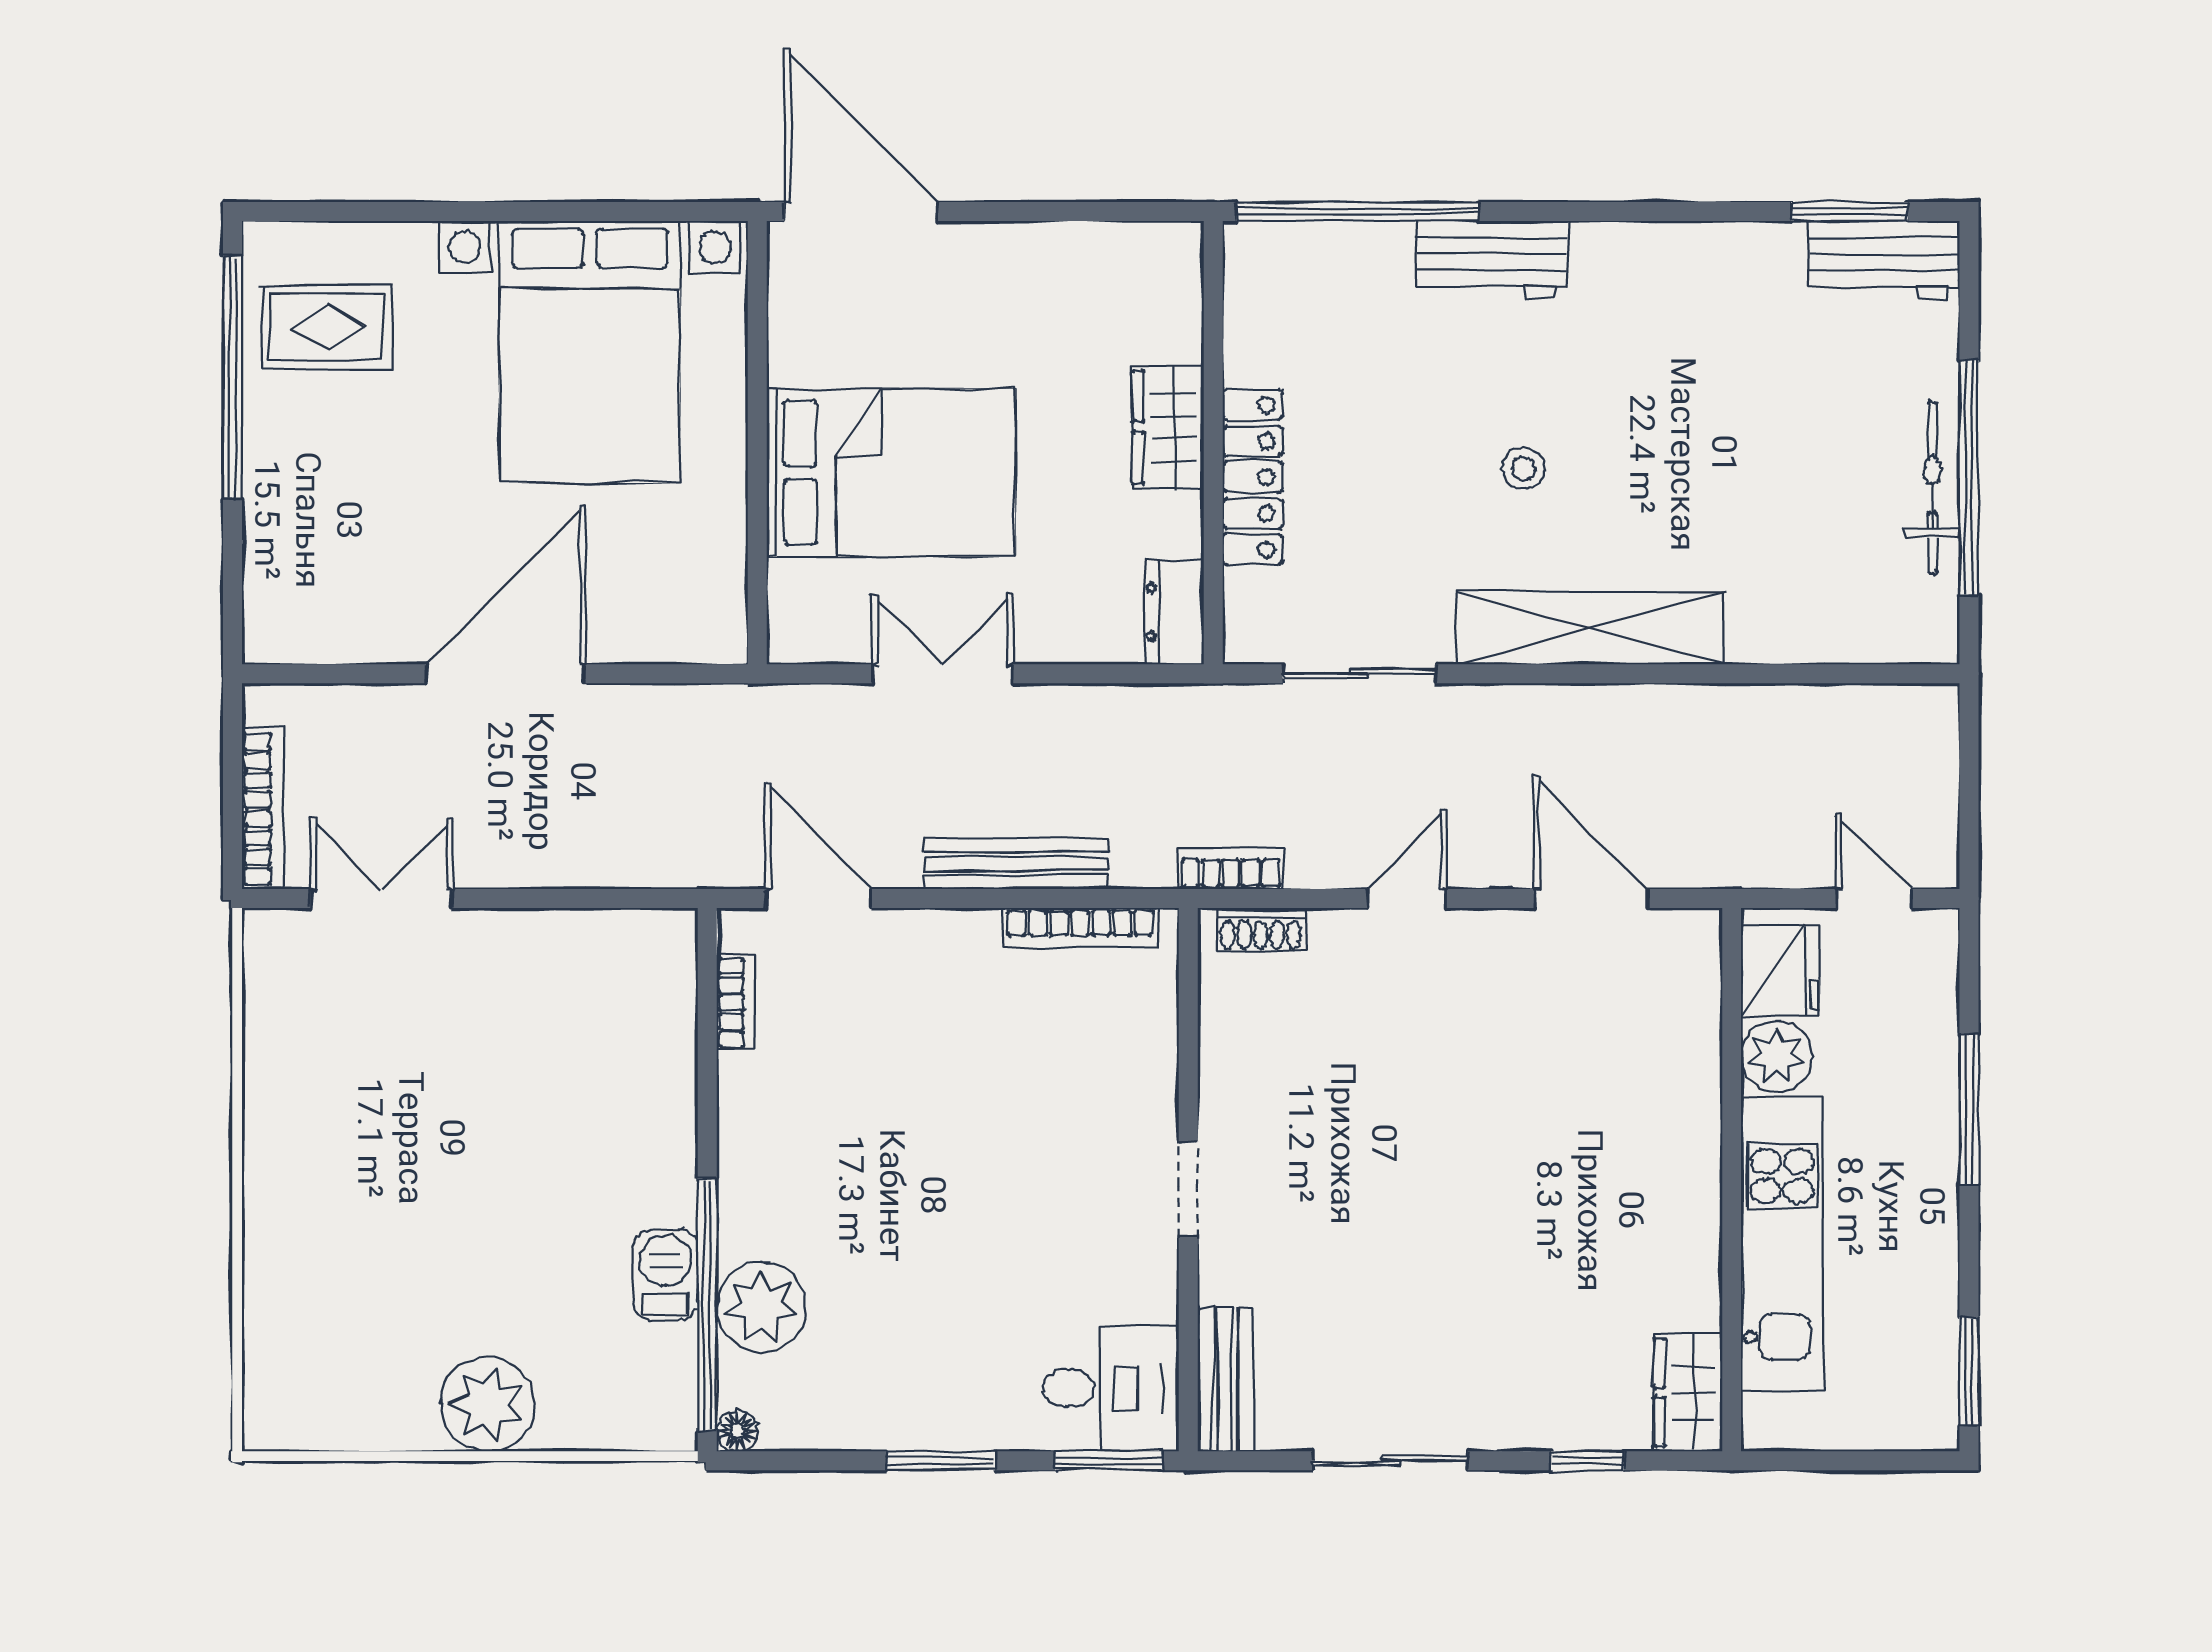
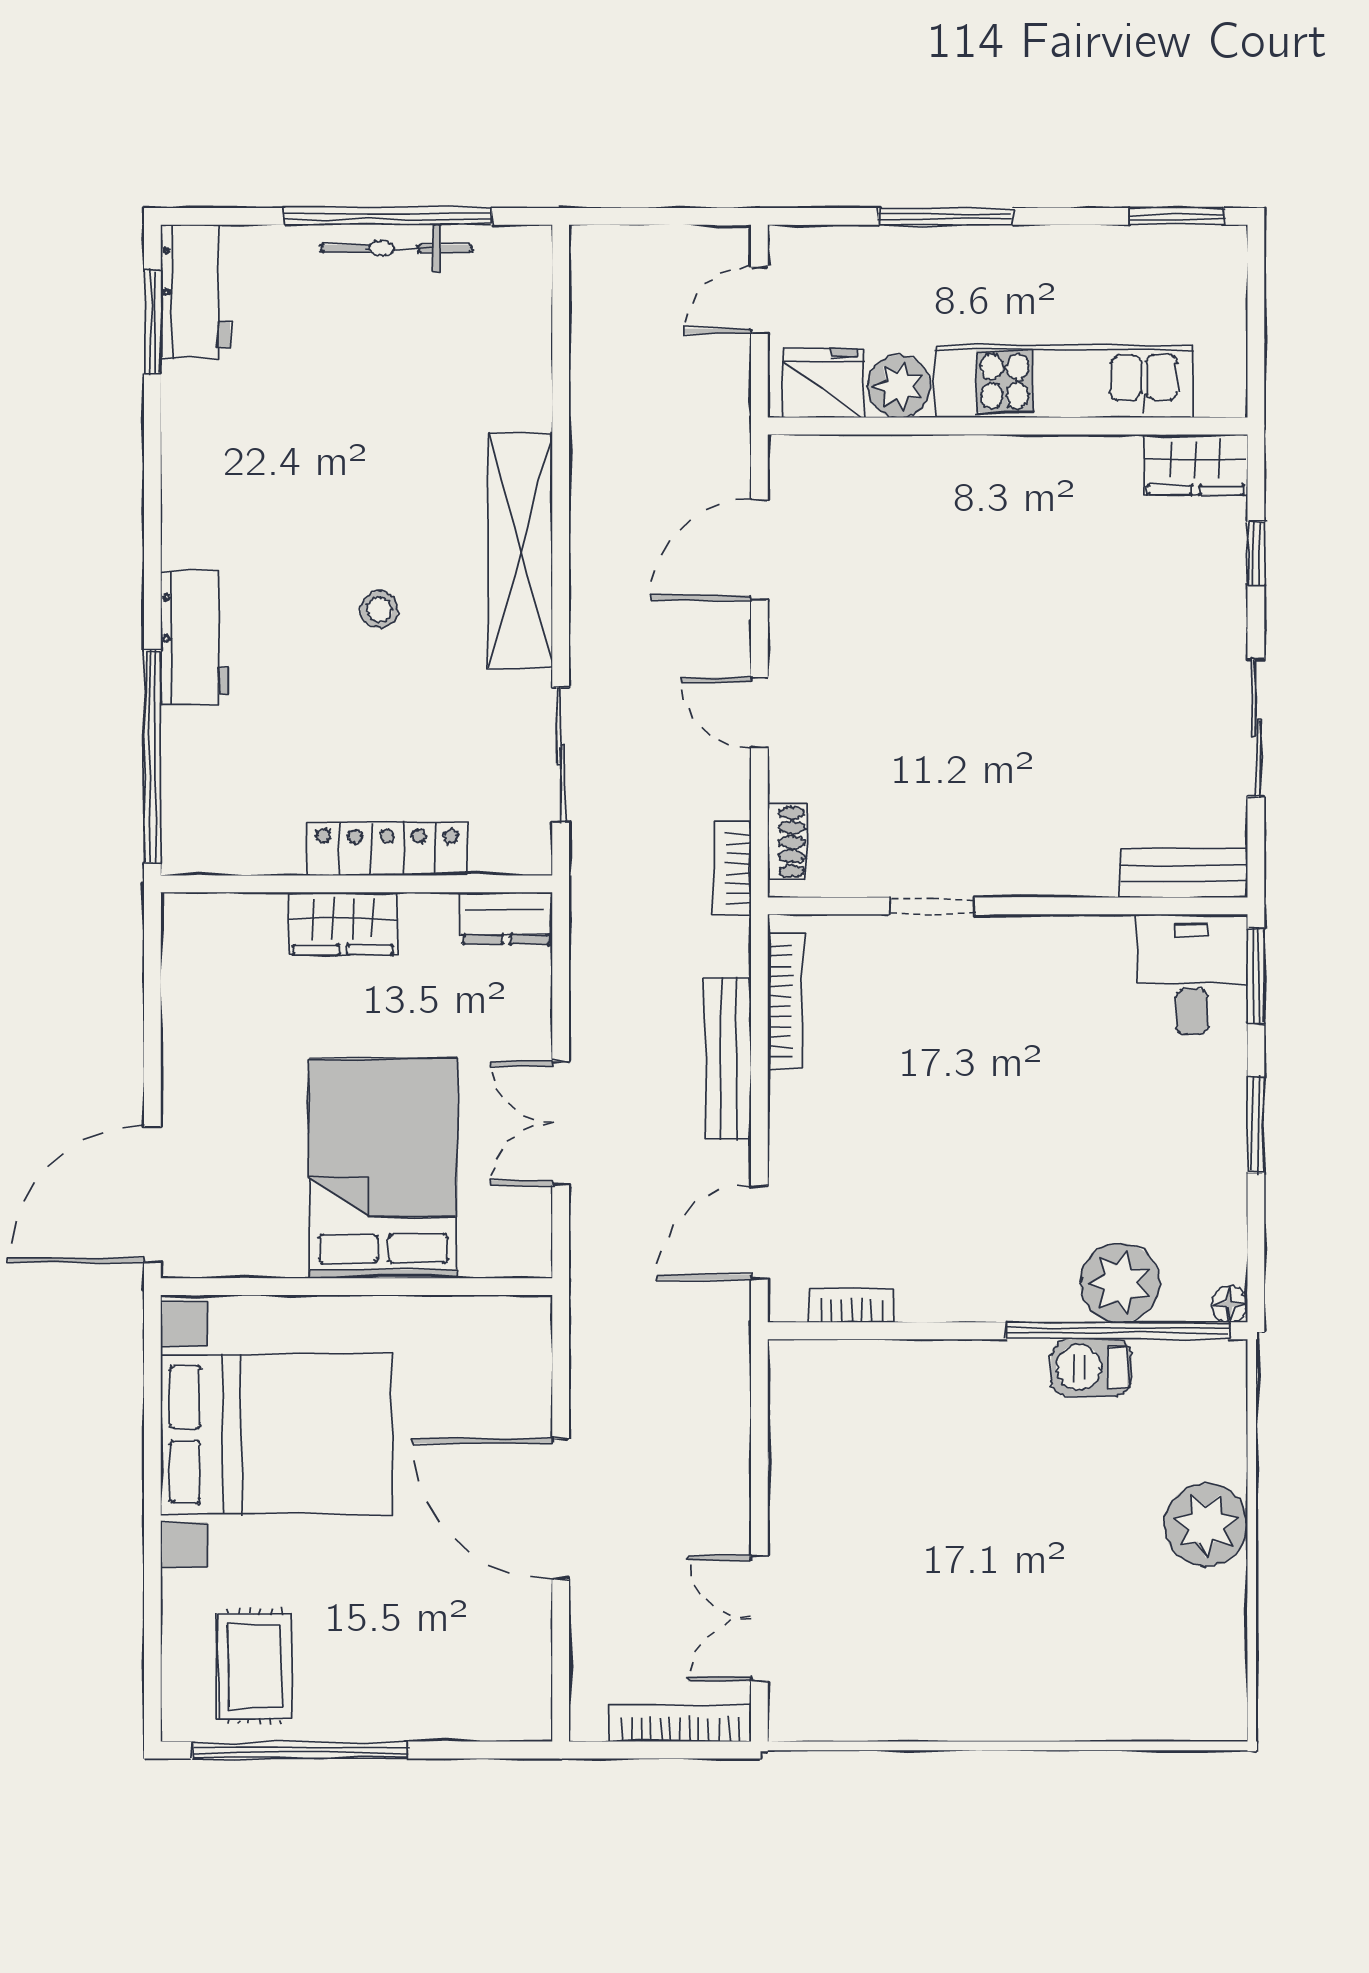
doorway: (1188, 1189) -> (932, 906), moved

